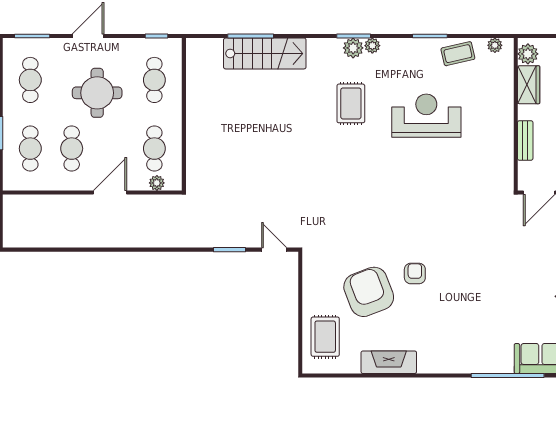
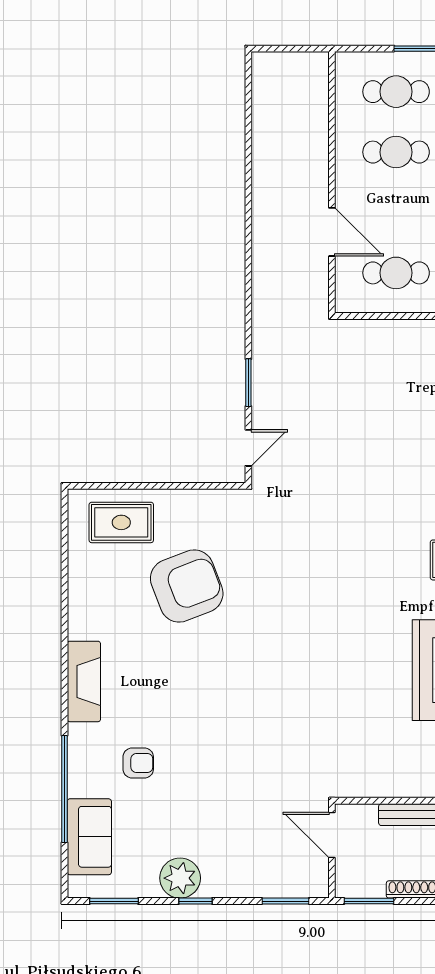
plant: (157, 183) -> (346, 276), removed
door: (110, 192) -> (332, 232), moved
armchair: (415, 274) -> (138, 763), moved
fireplace: (389, 362) -> (84, 681), moved

